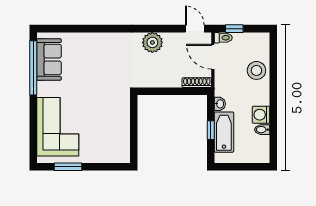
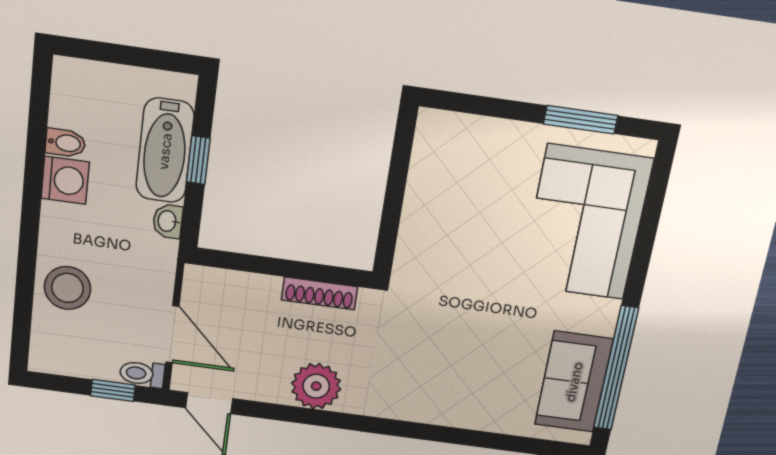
shoe rack: (197, 83) -> (320, 293), moved

